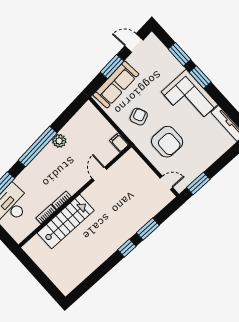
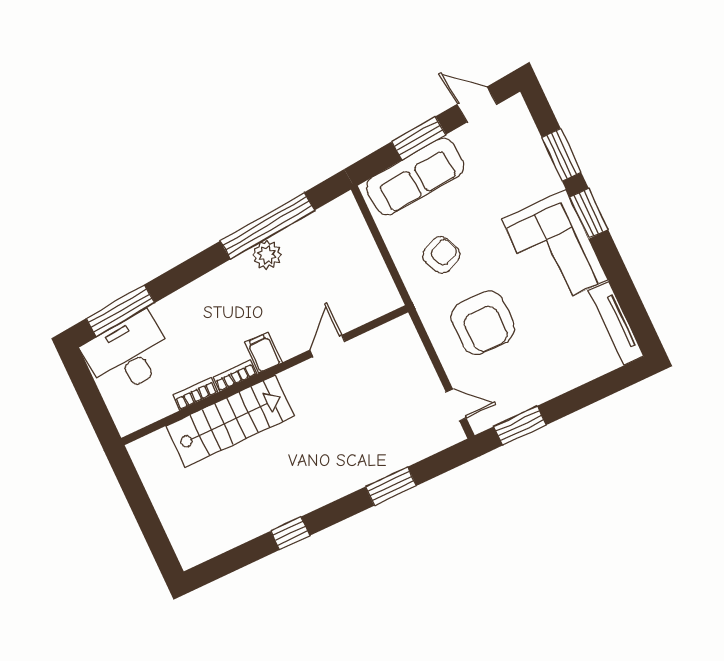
filing cabinet: (119, 143) -> (263, 353), moved
window: (38, 147) -> (267, 226), moved
window: (127, 248) -> (290, 533), moved

